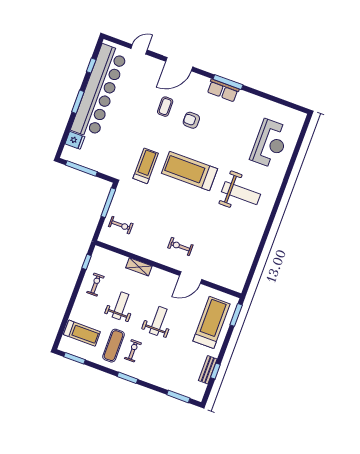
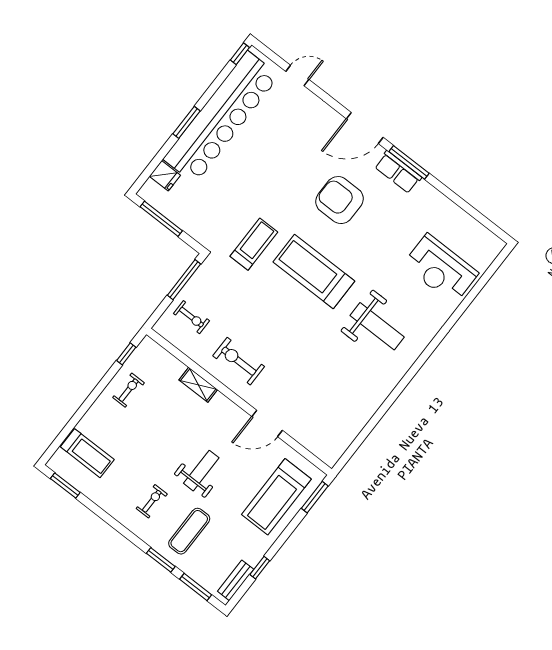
door: (179, 64) -> (365, 128), moved
window: (91, 66) -> (240, 54), moved
coffee table: (165, 107) -> (308, 169), removed
armchair: (191, 120) -> (340, 200), width x1.88, depth x1.88
reception desk: (270, 144) -> (441, 269), turned 90
exercise bike: (180, 246) -> (239, 361), moved, width x1.38, depth x1.39
weight bench: (120, 306) -> (154, 432), removed
treadmill: (211, 322) -> (276, 497), turned 180
exercise mat: (114, 346) -> (189, 531), moved
bench: (208, 370) -> (236, 580), moved
window: (127, 378) -> (161, 560), moved

